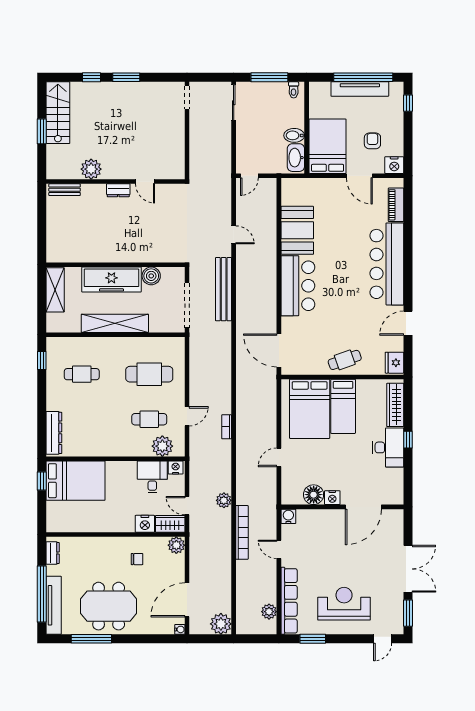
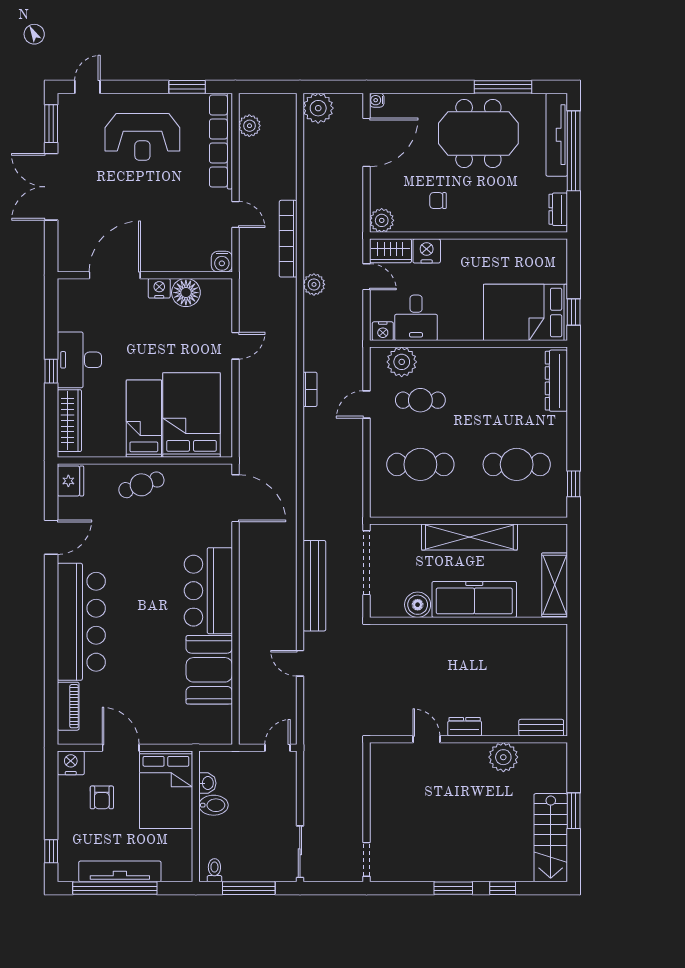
washbasin: (296, 158) -> (207, 783), width x0.52, depth x0.69
cafe table: (82, 374) -> (517, 464), width x1.37, depth x1.35

